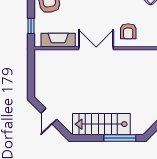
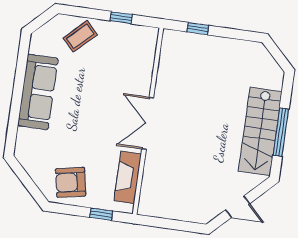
armchair: (128, 31) -> (130, 73), removed
window: (120, 138) -> (281, 132), moved

